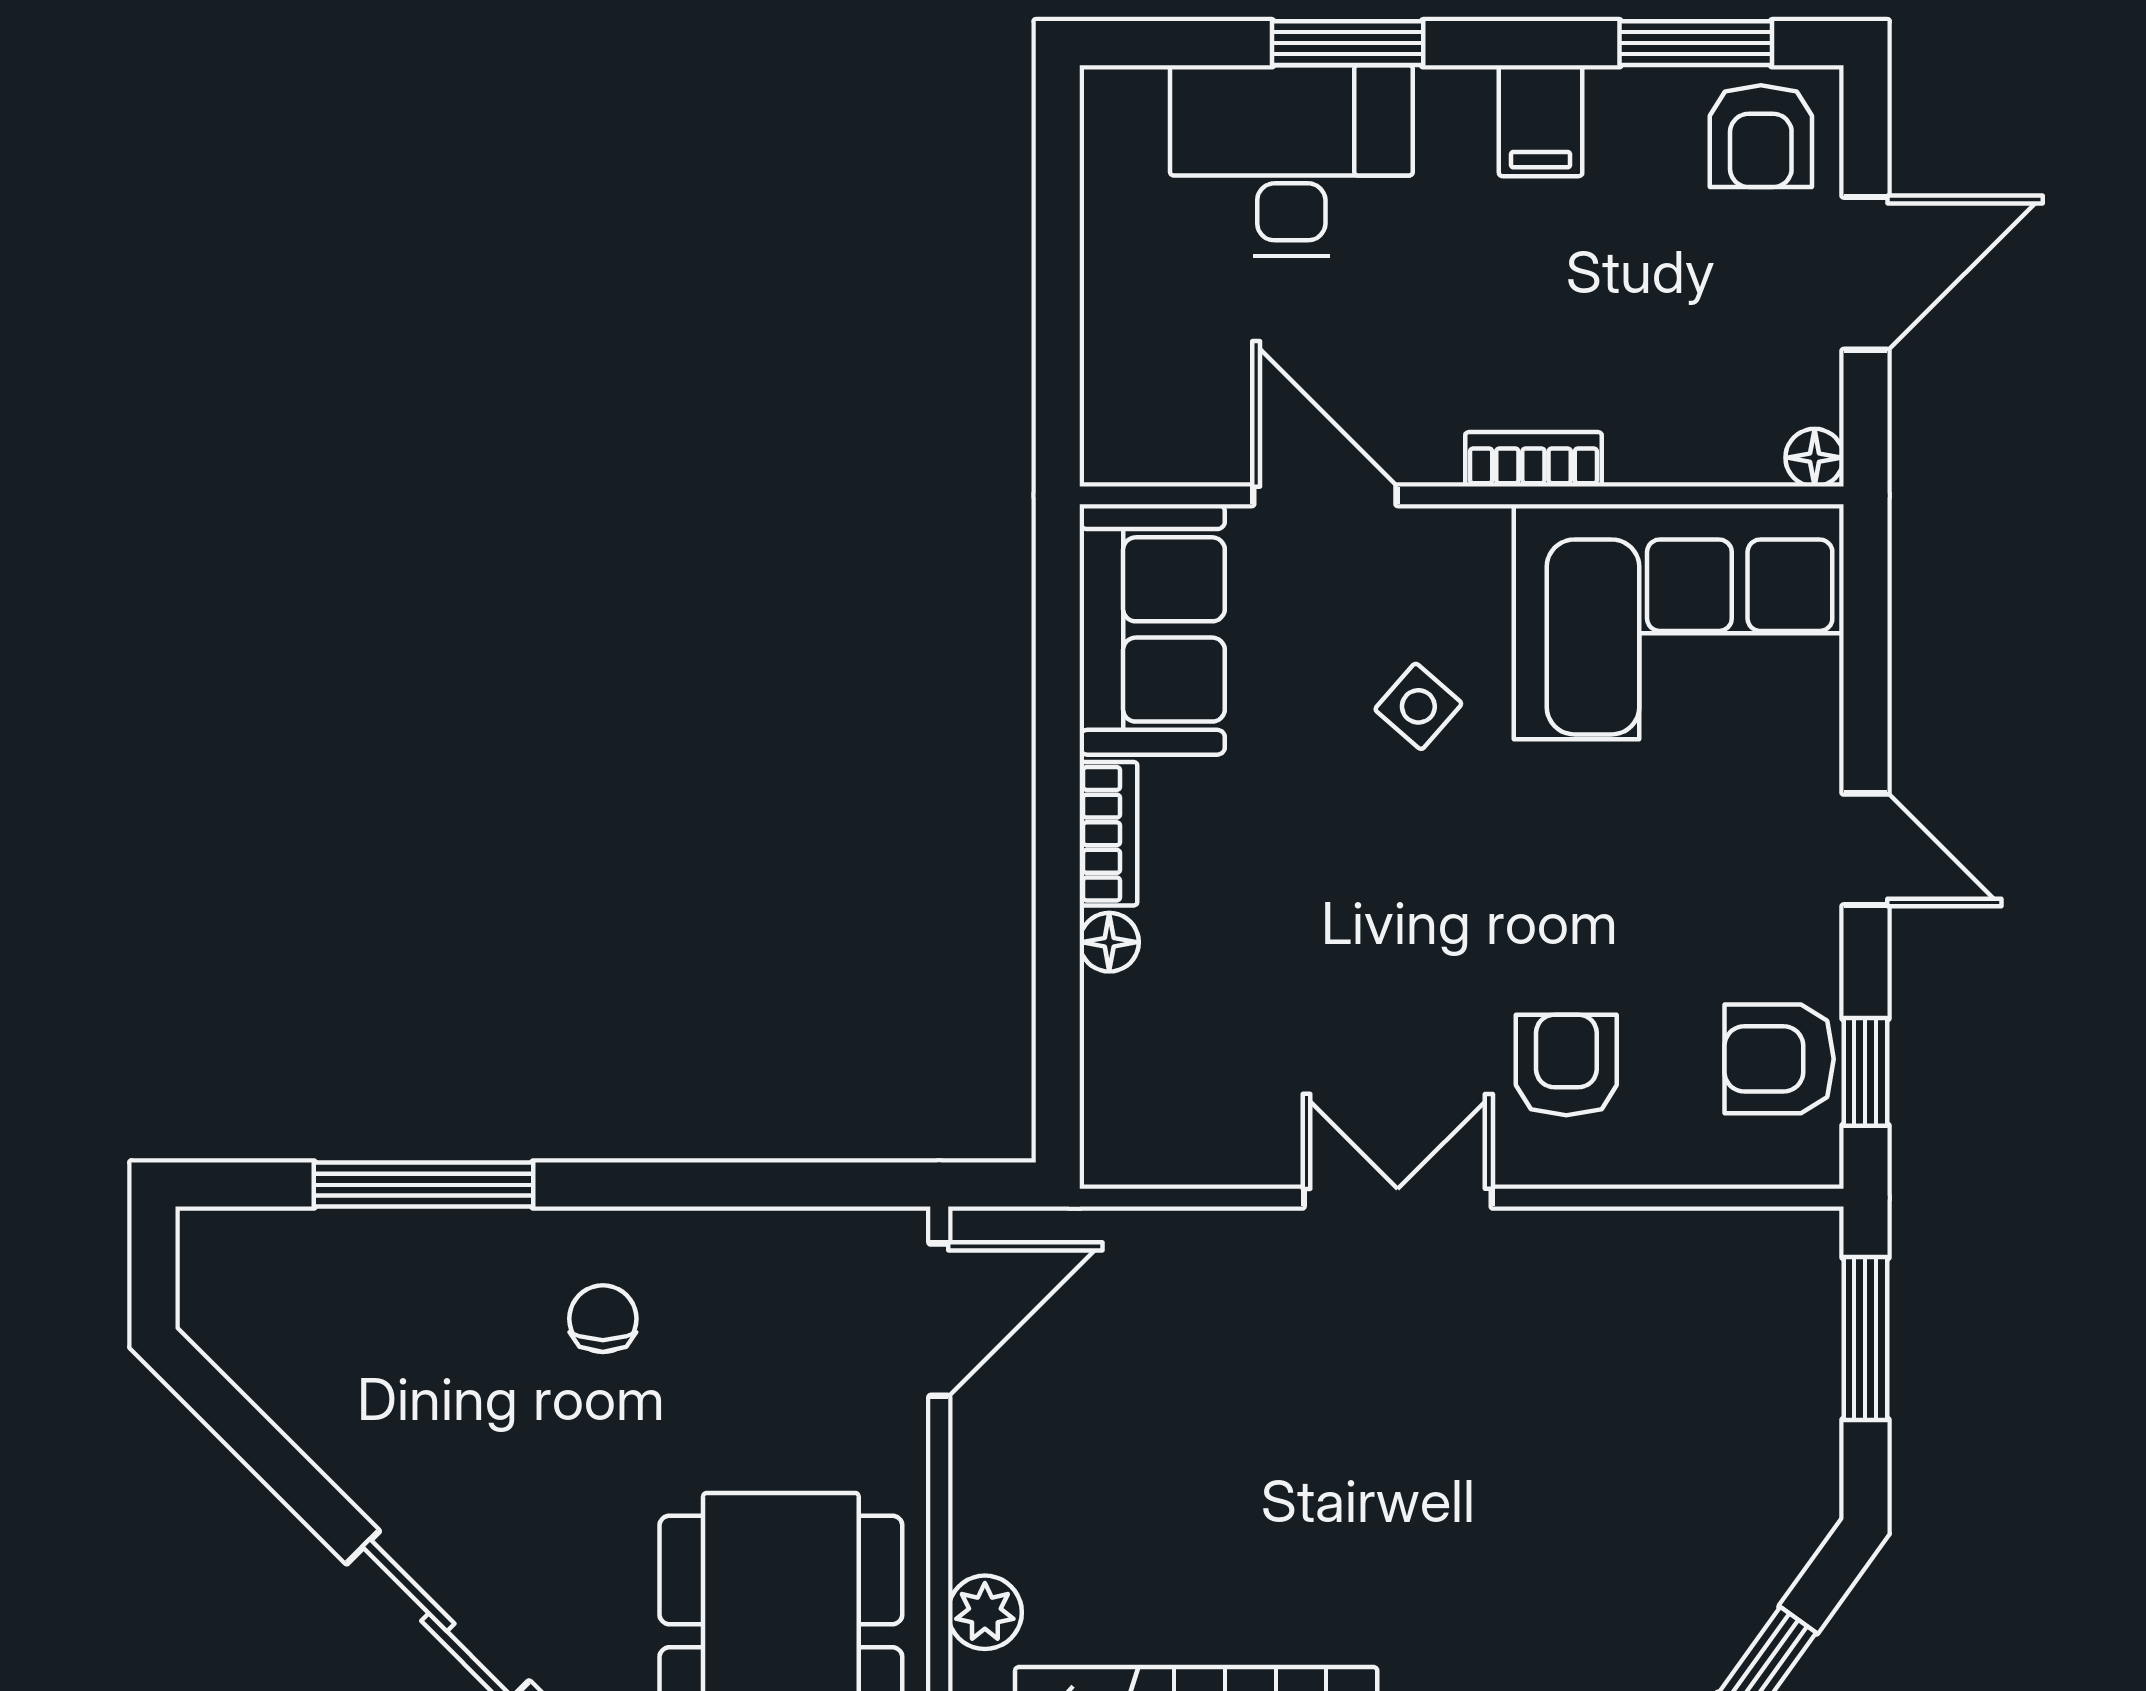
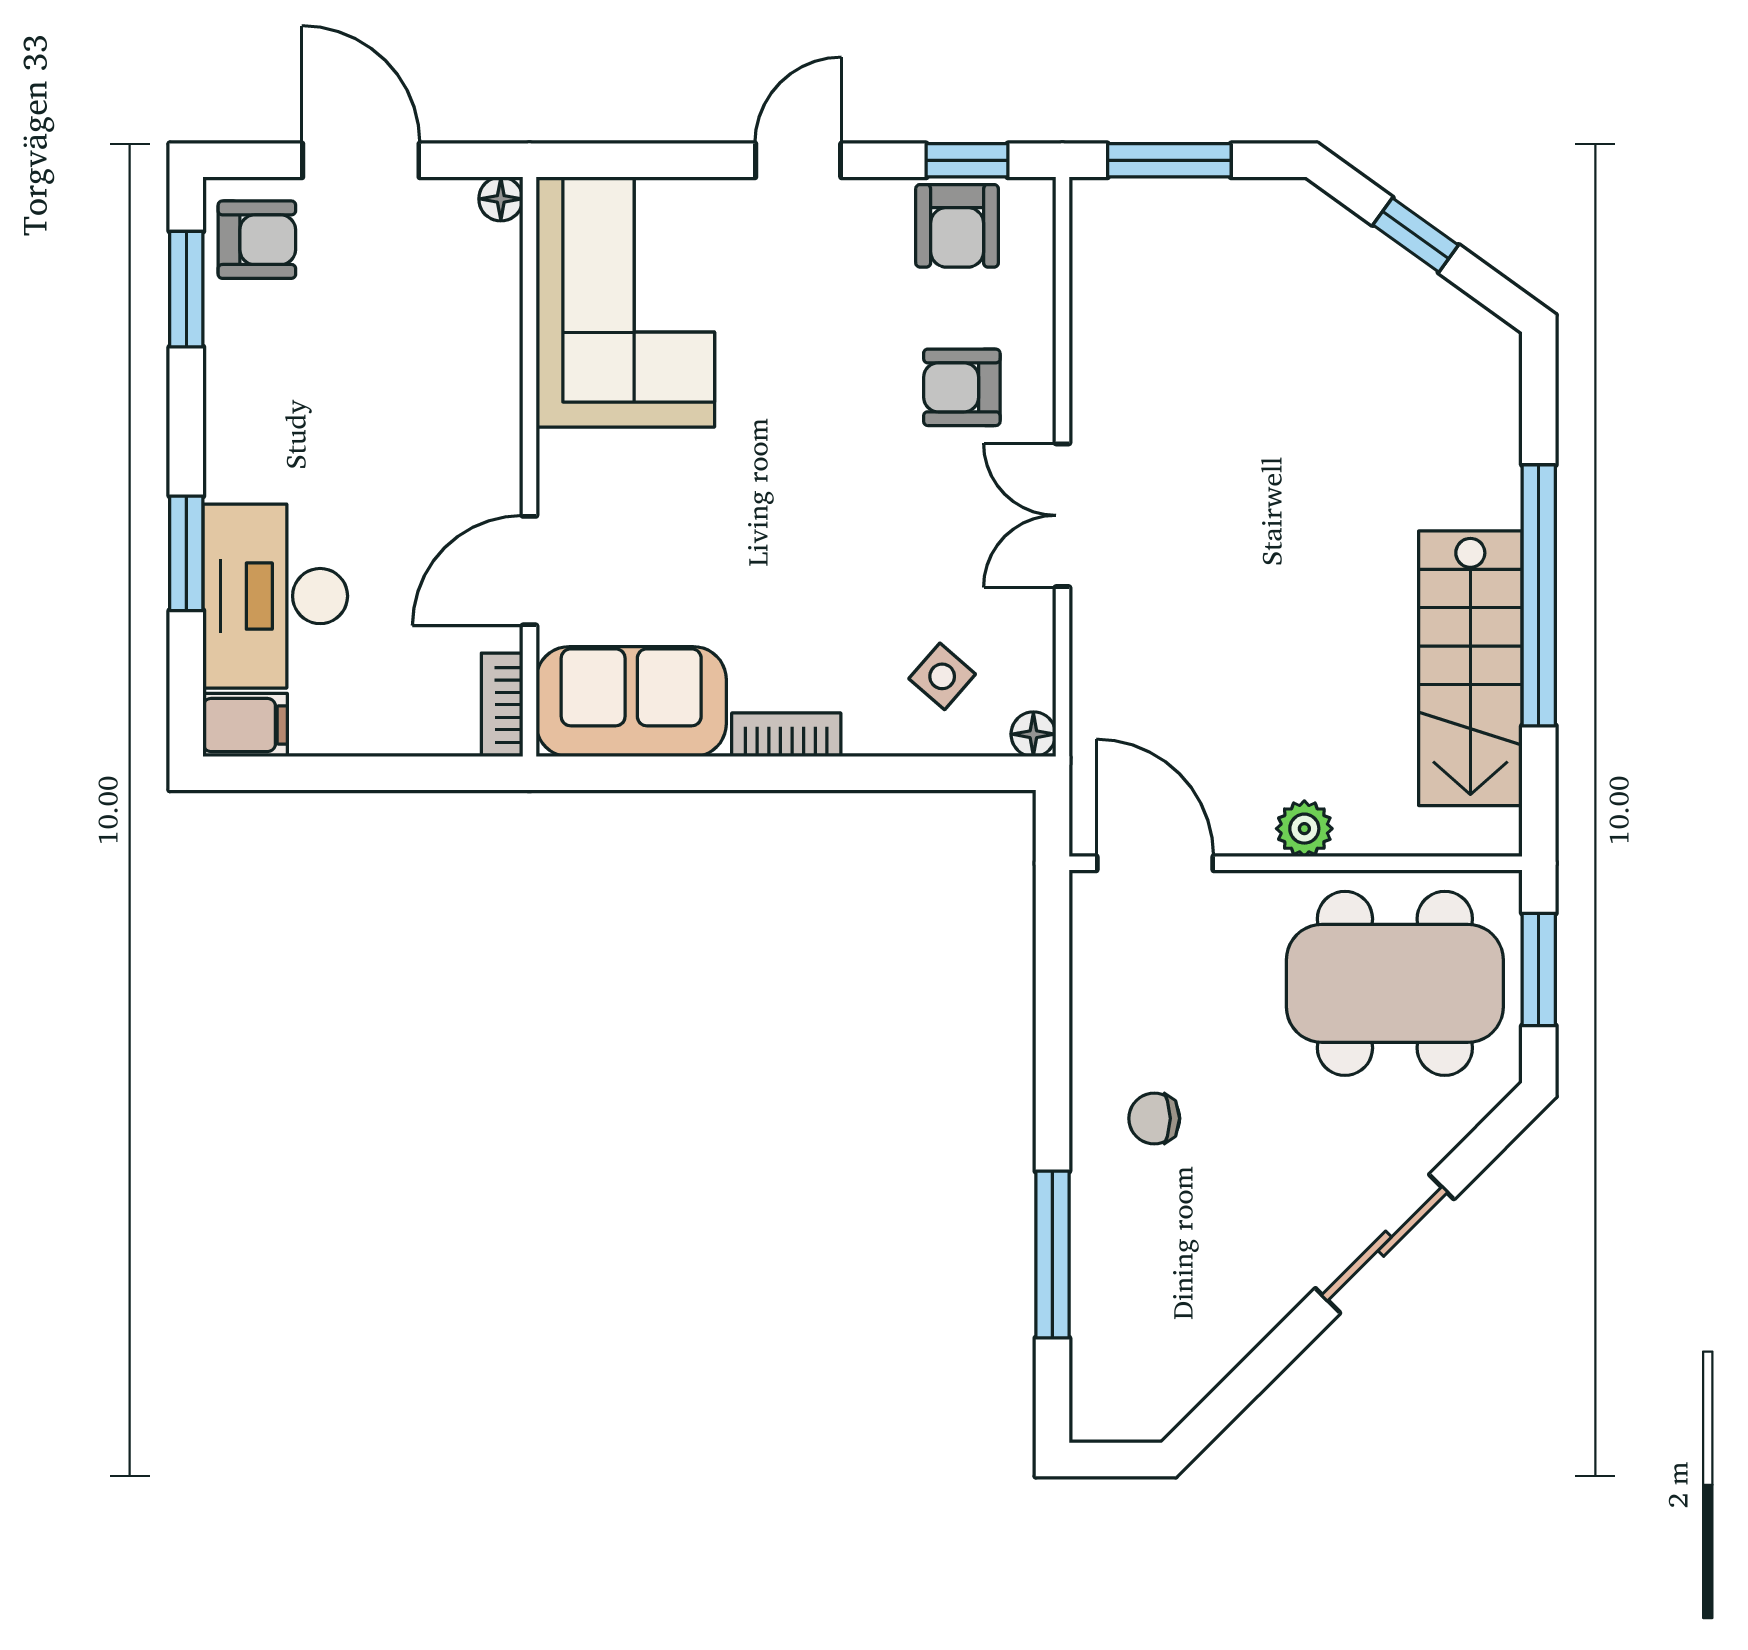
filing cabinet: (1541, 121) -> (245, 725), moved
bookcase: (1533, 459) -> (502, 705), moved
side table: (1418, 706) -> (942, 676), moved
floor lamp: (1109, 942) -> (1033, 734), moved
plant: (985, 1612) -> (1304, 829), moved

